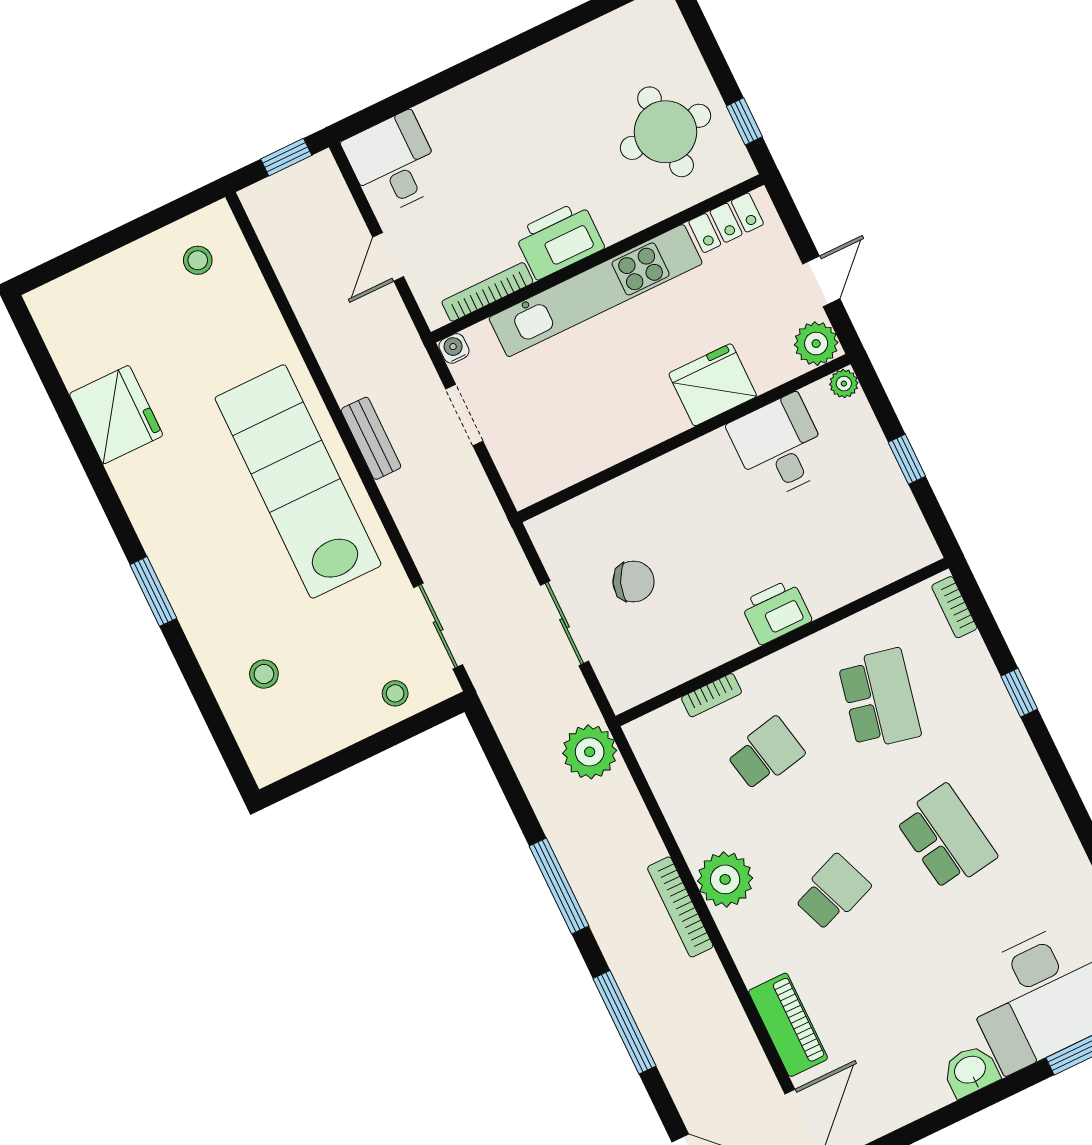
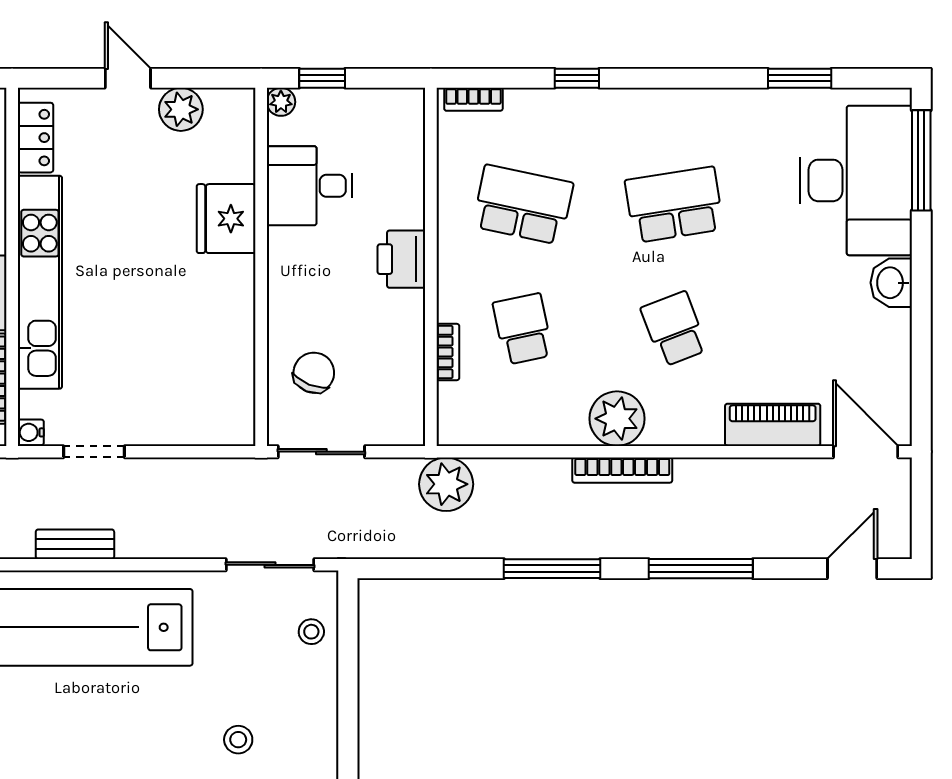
plant: (844, 384) -> (281, 102), moved
fridge: (713, 385) -> (226, 219), moved
wall: (684, 438) -> (261, 267), moved
desk: (780, 447) -> (310, 186), moved

